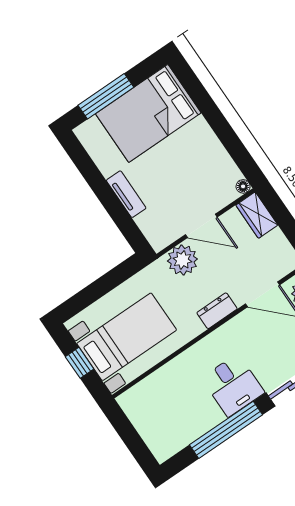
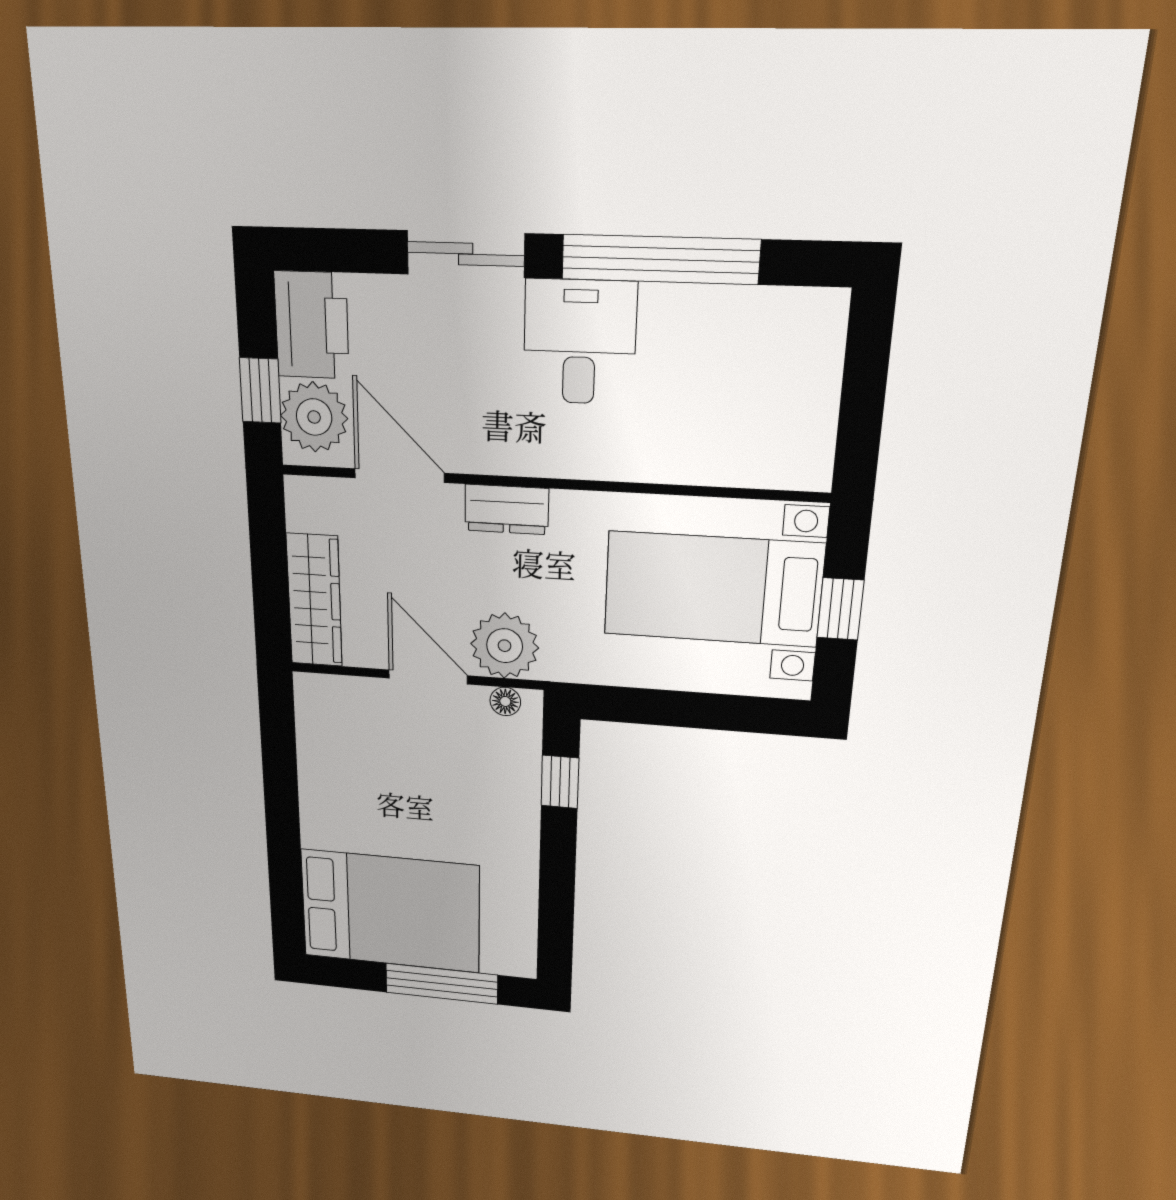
floor lamp: (243, 186) -> (505, 701), moved
tv unit: (126, 194) -> (522, 822), removed
wardrobe: (257, 215) -> (314, 600), width x1.50
window: (125, 222) -> (560, 782), added

